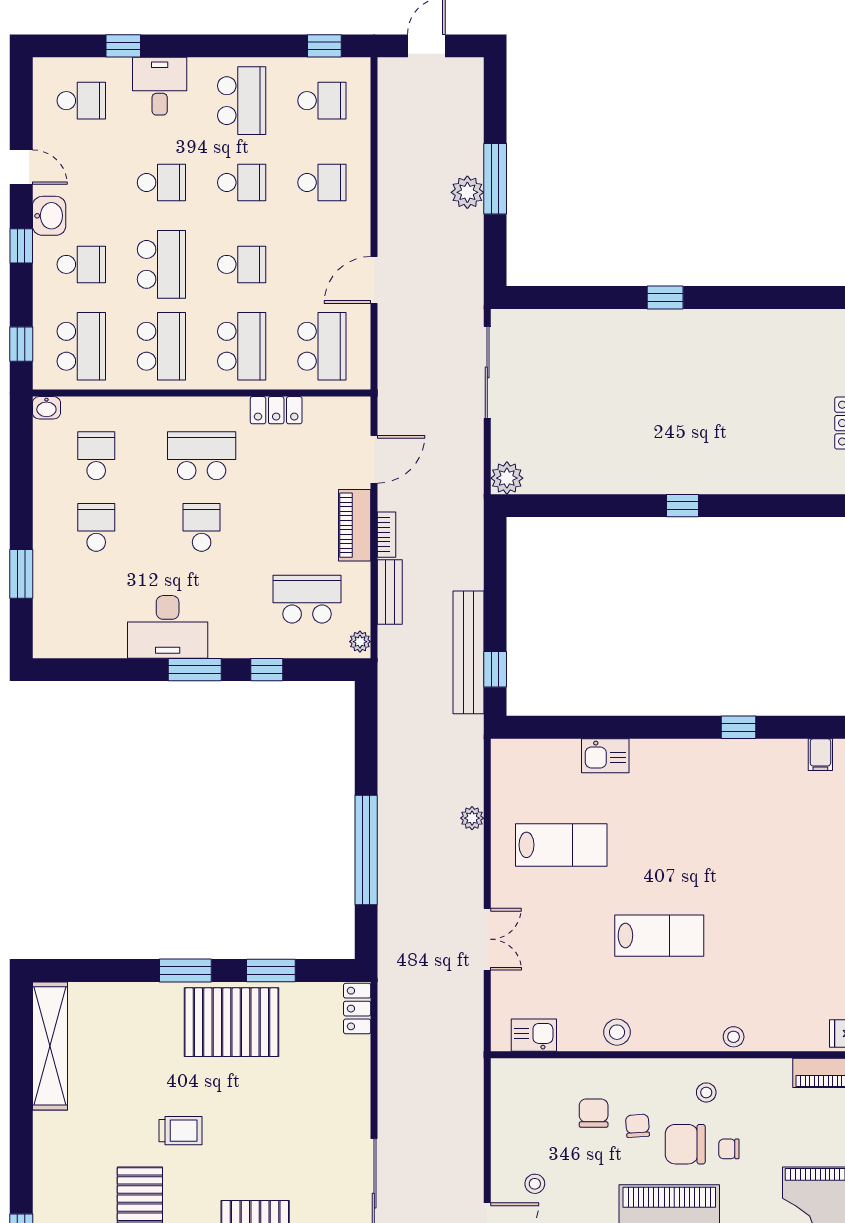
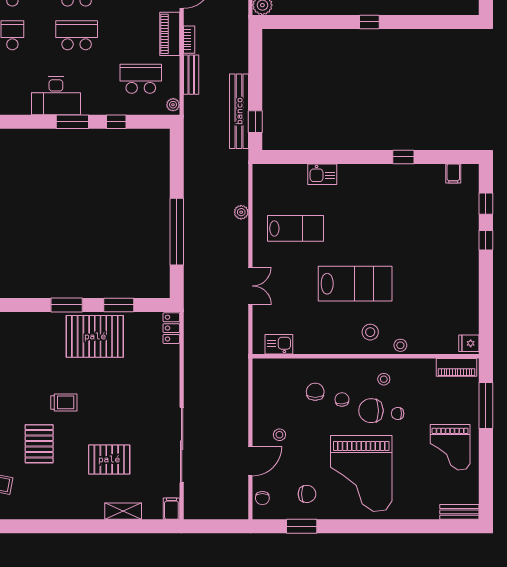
school desk: (202, 527) -> (77, 35), width x1.85
lab bench: (659, 936) -> (355, 284), width x1.36, depth x1.39
stool: (617, 1032) -> (370, 332), moved

